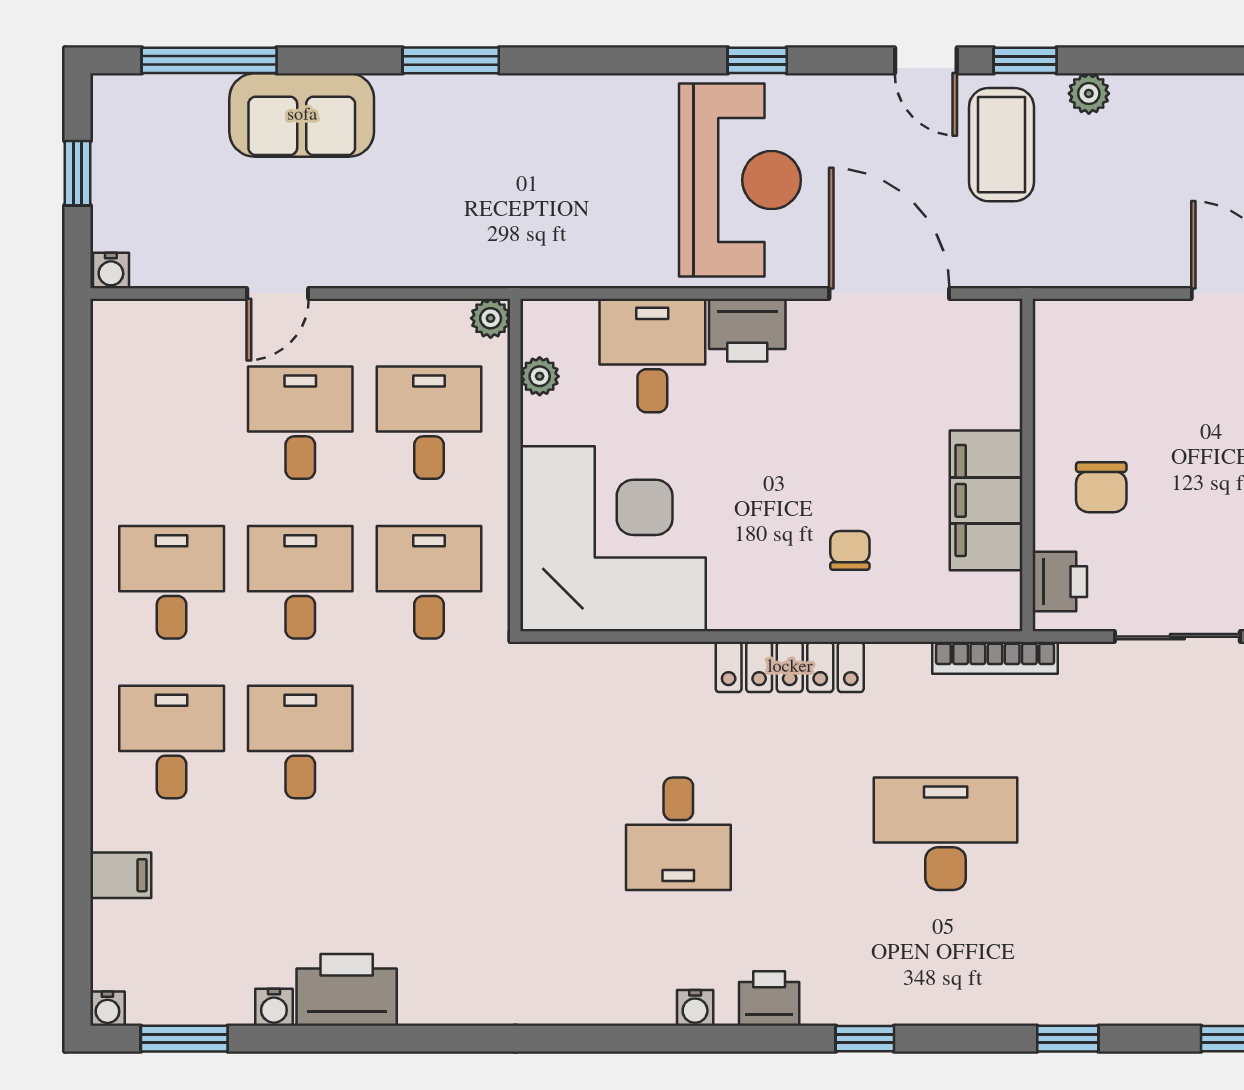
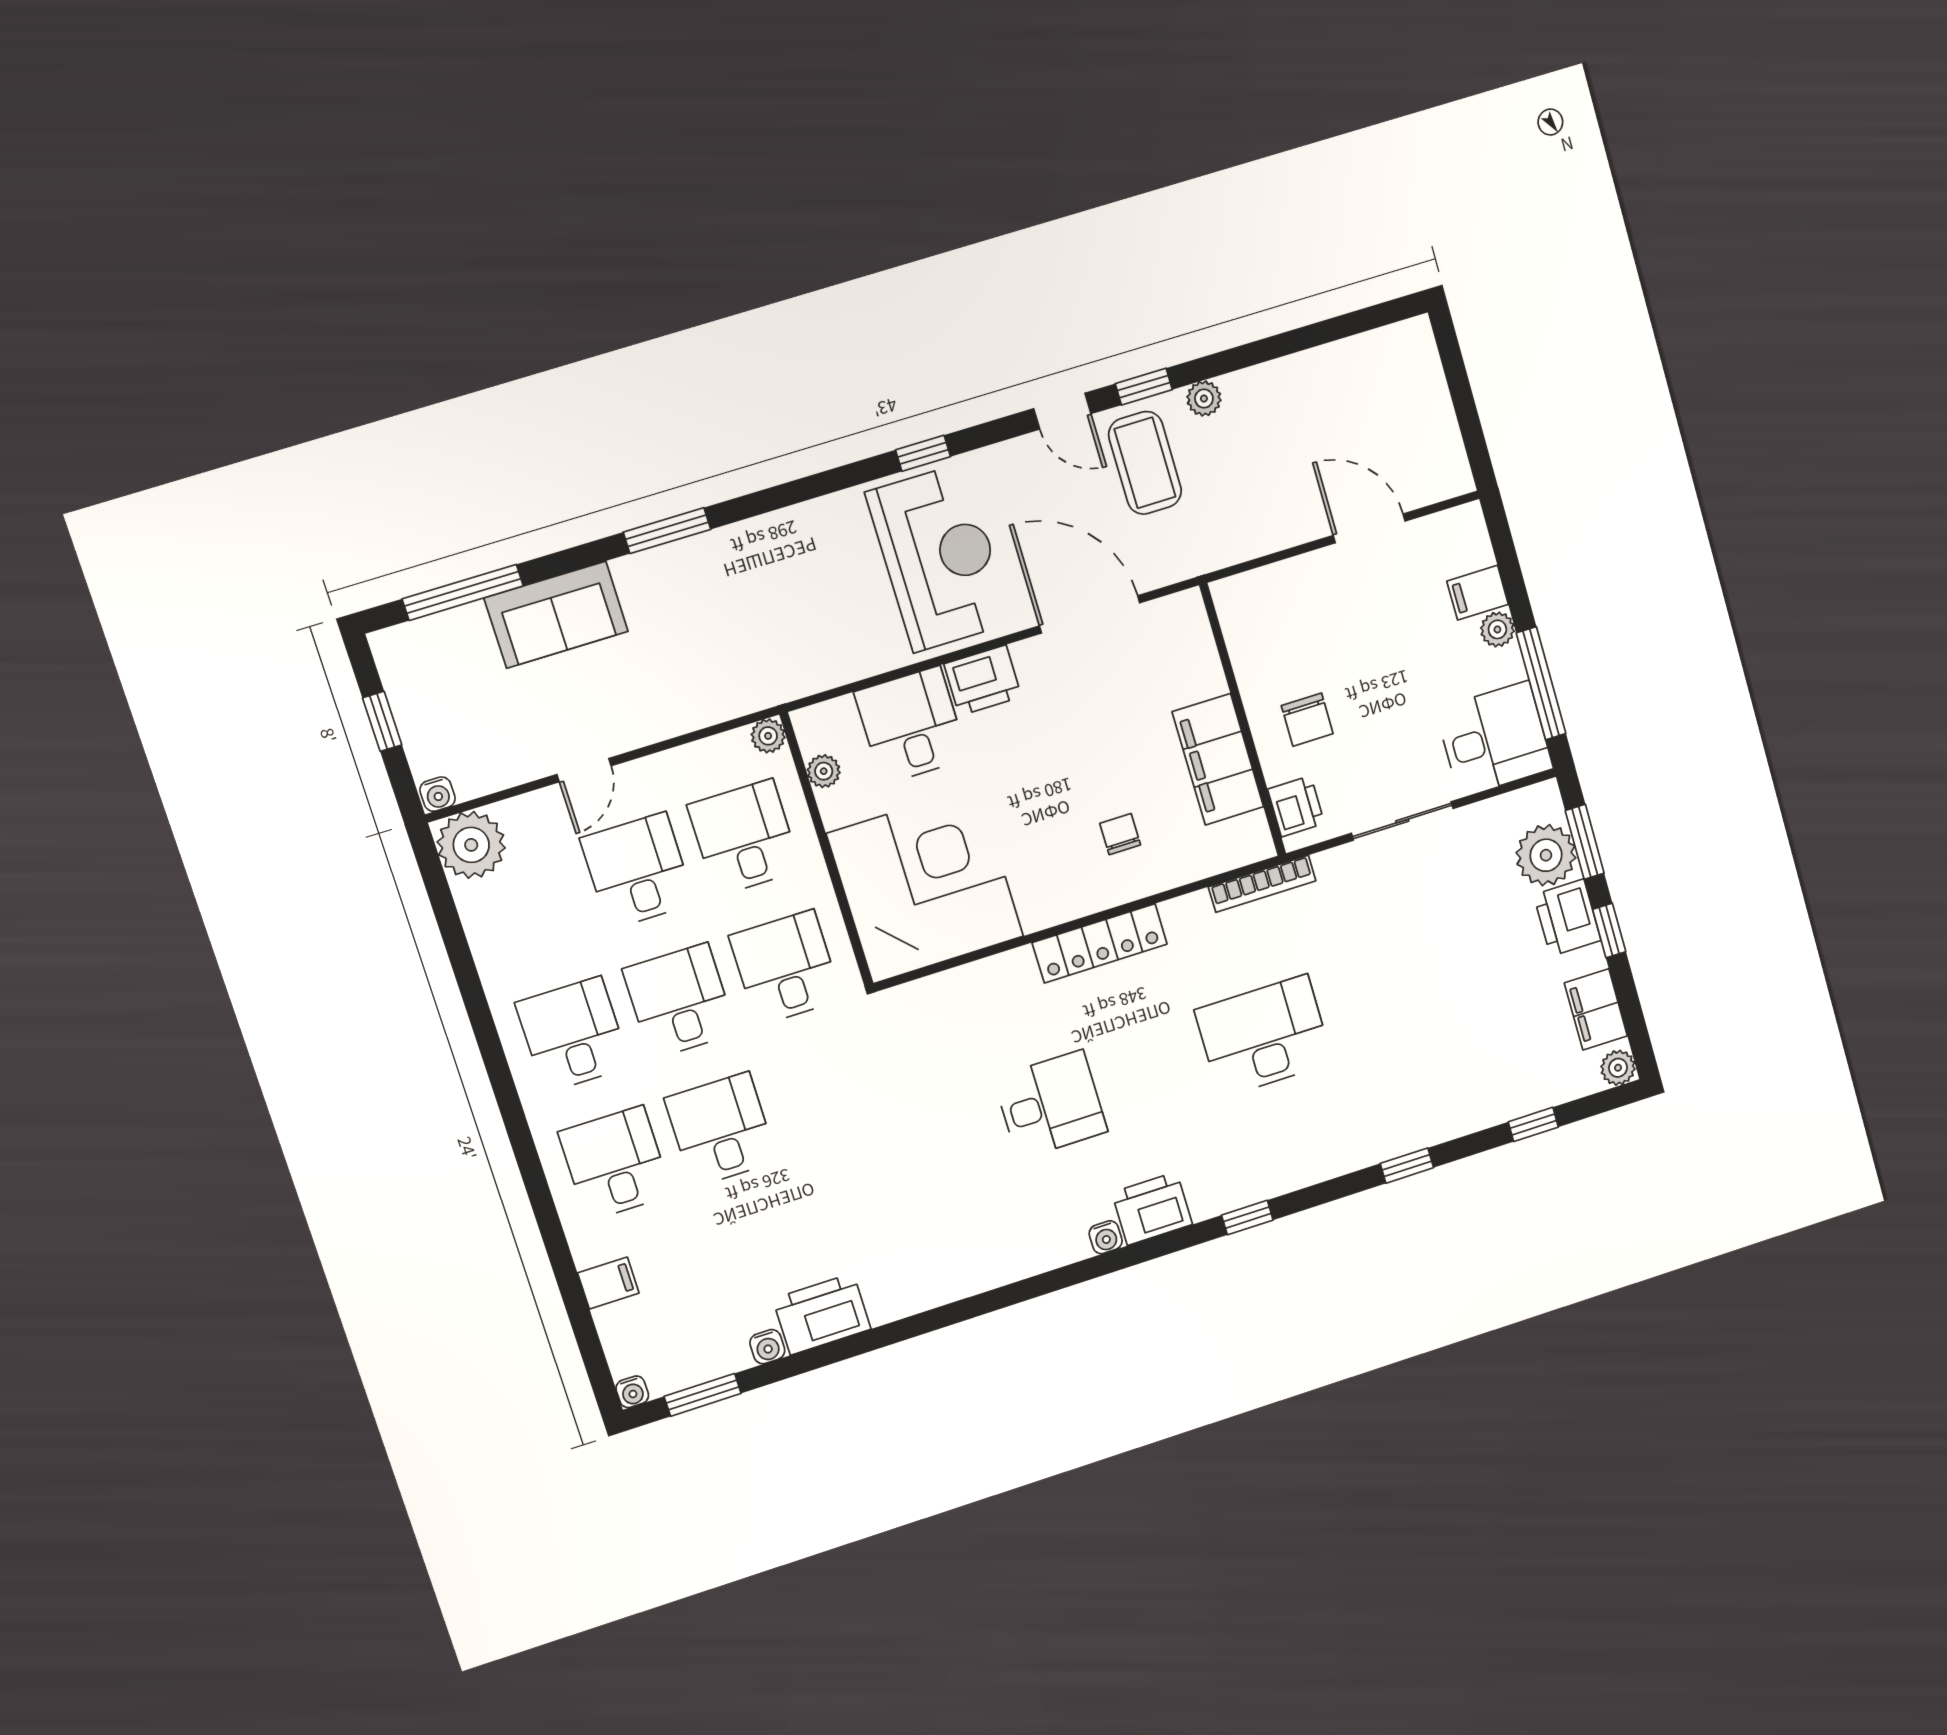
plant: (129, 337) -> (471, 845), added
desk: (678, 834) -> (1050, 1105), turned -90
printer: (769, 998) -> (1152, 1209), width x1.36, depth x1.24

